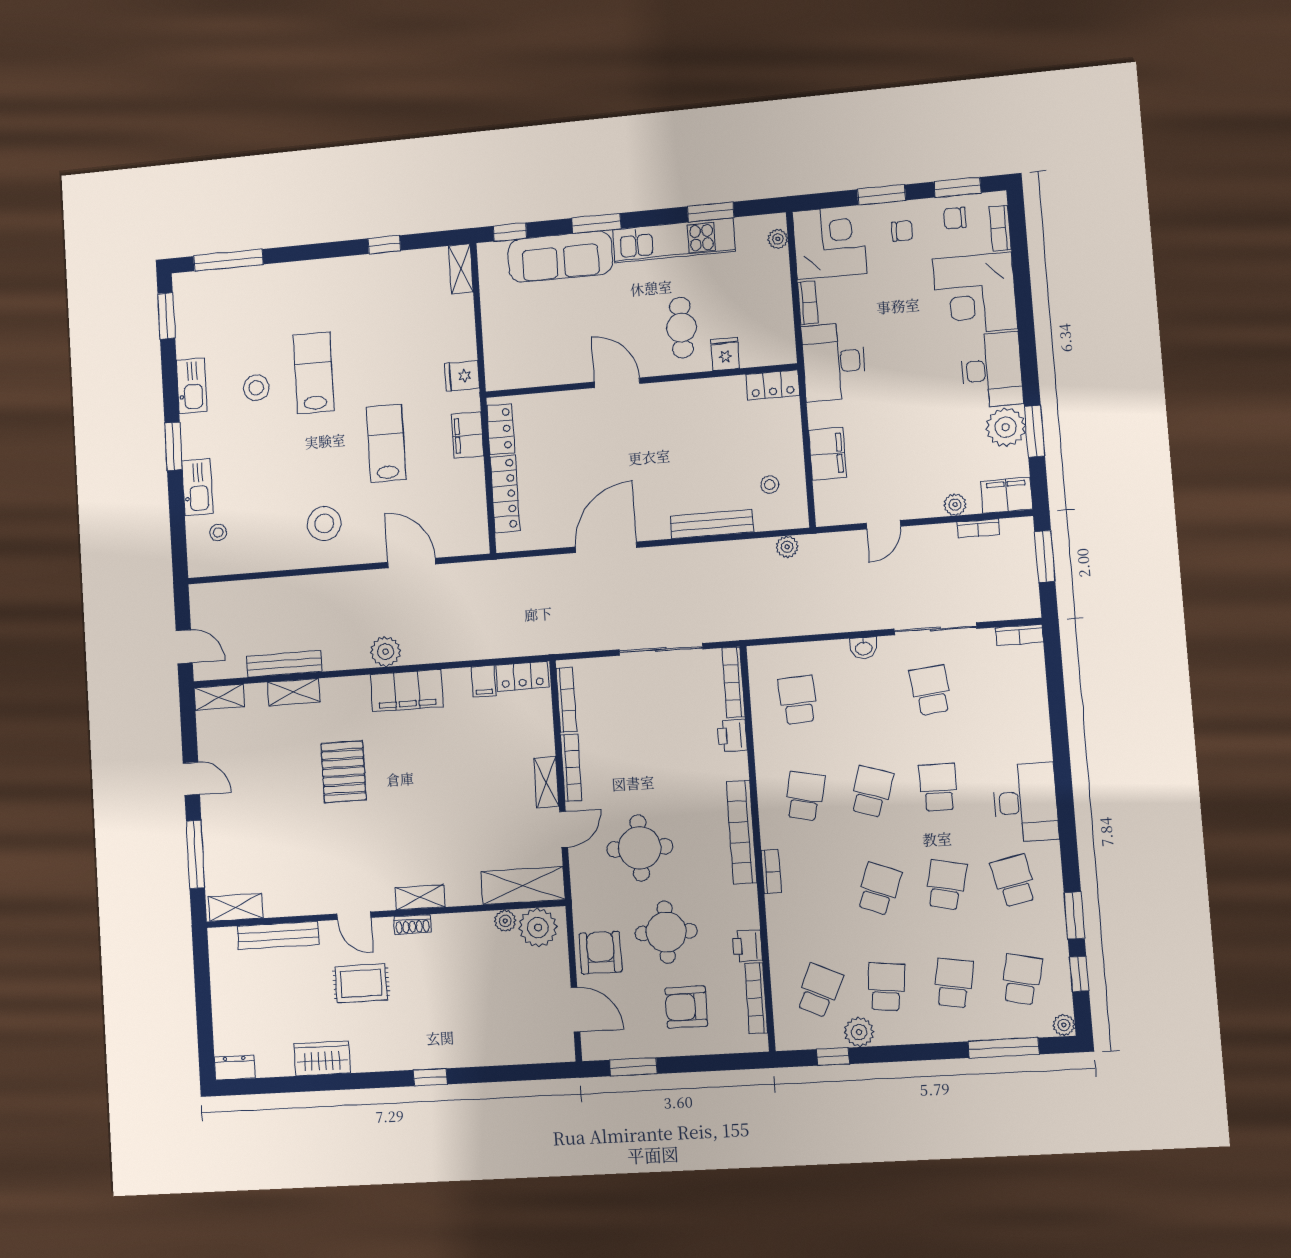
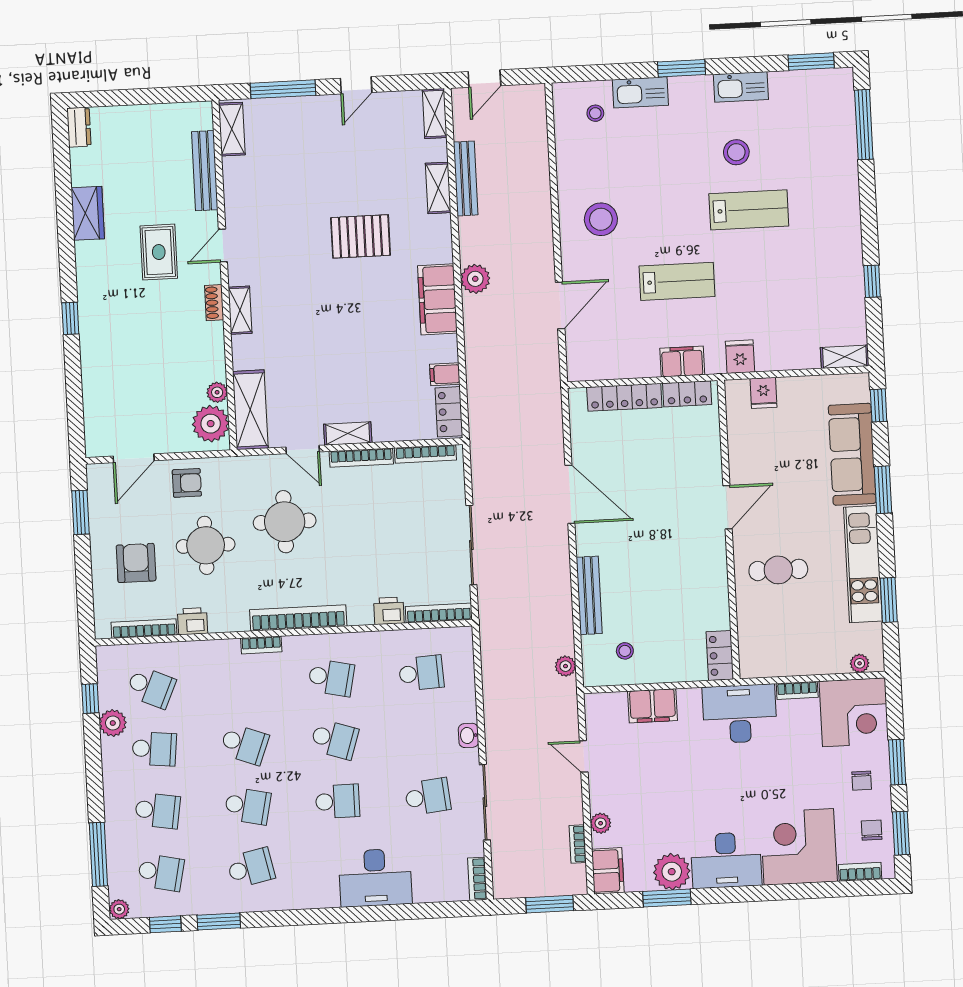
fridge: (725, 354) -> (763, 393), moved, turned 90
desk: (1026, 802) -> (375, 878), moved
armchair: (601, 953) -> (187, 483), width x0.72, depth x0.72

